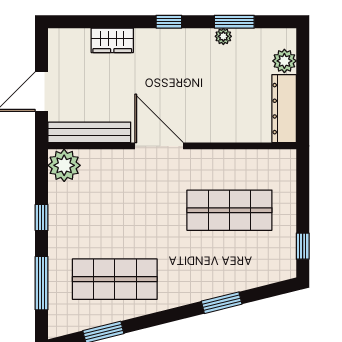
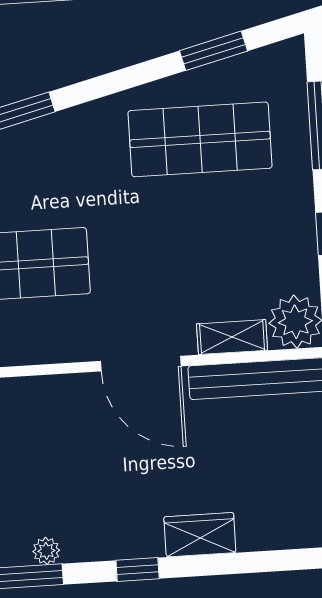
wardrobe: (112, 40) -> (200, 535), moved
shelving: (103, 158) -> (232, 337), added

